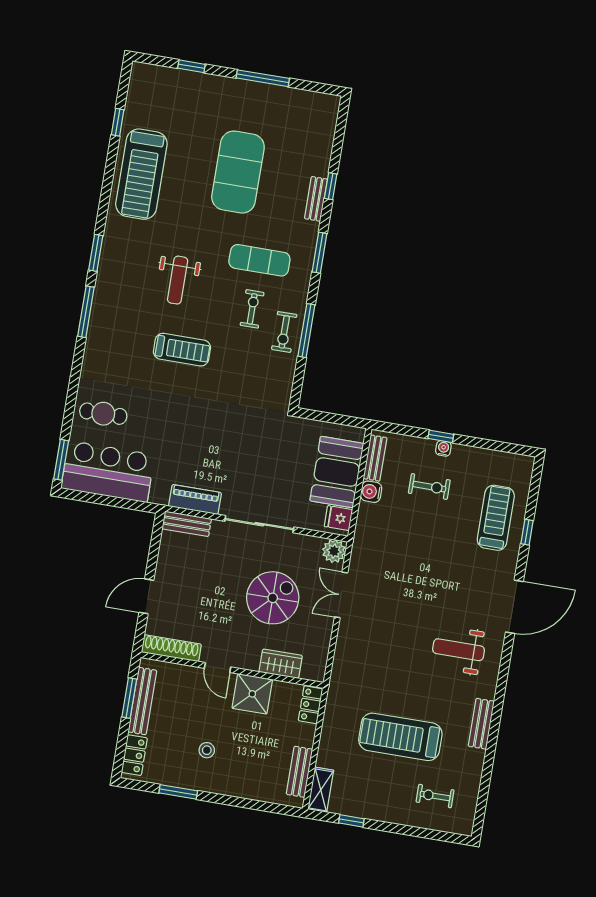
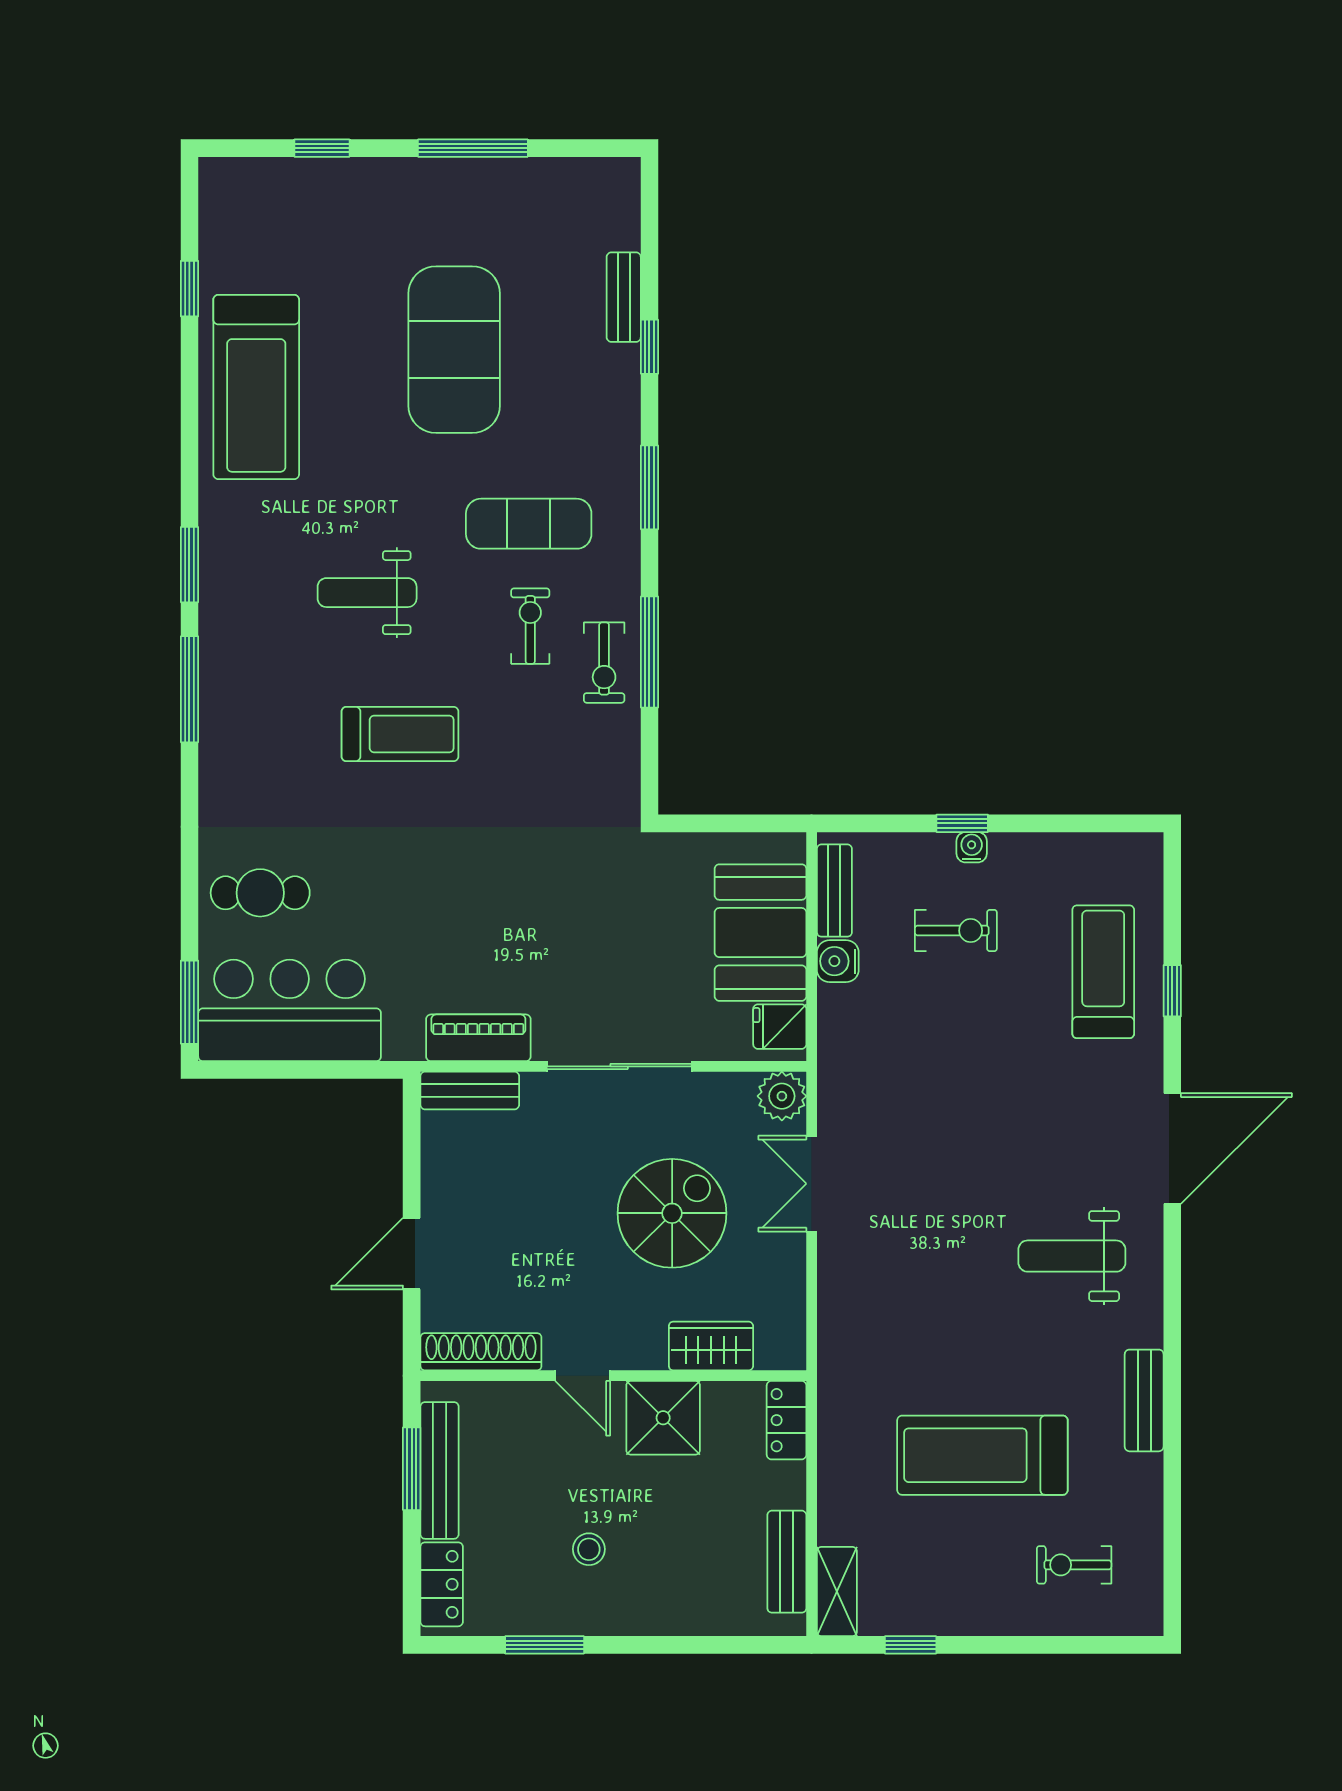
bench: (316, 199) -> (624, 297), moved
weight bench: (178, 280) -> (367, 593), turned 90

